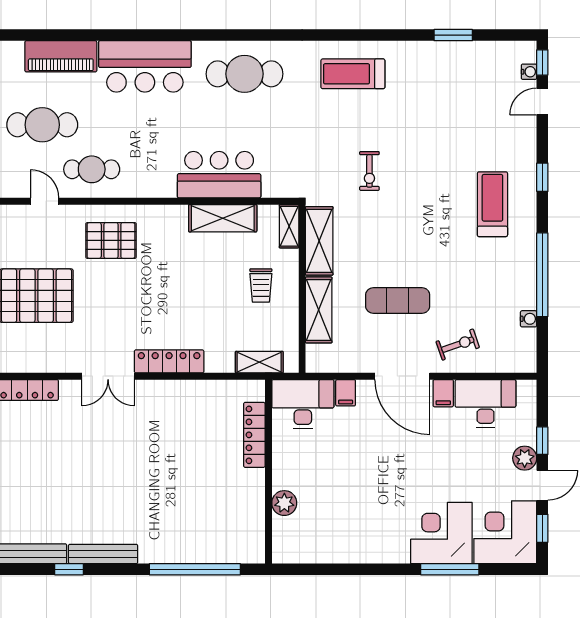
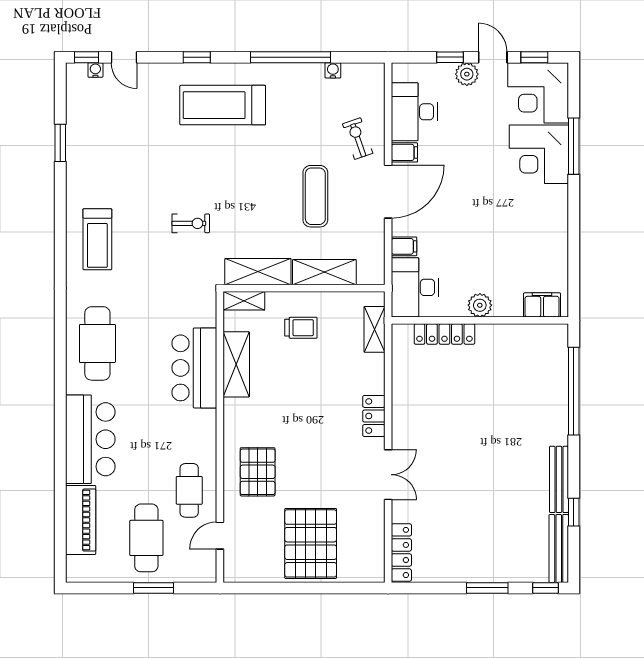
treadmill: (492, 204) -> (223, 105), width x1.37, depth x1.38
locker: (169, 361) -> (374, 416), width x0.66
plant: (284, 503) -> (480, 305), moved
filing cabinet: (285, 536) -> (542, 305), added

